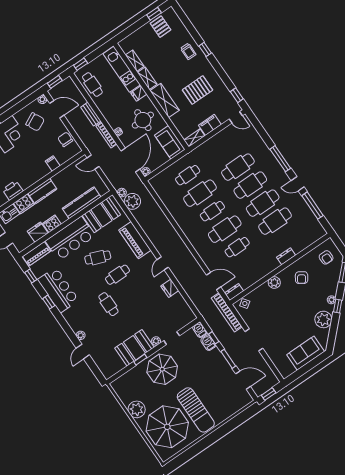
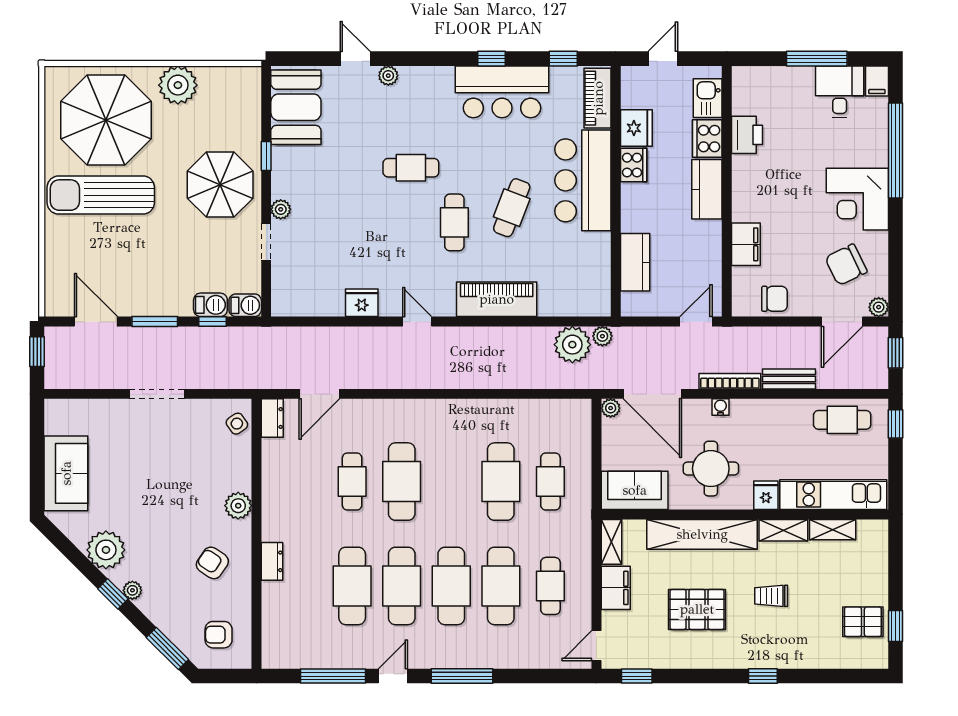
trolley: (188, 51) -> (771, 596), moved
pallet: (197, 90) -> (697, 609), turned 90
shelving: (165, 101) -> (702, 534), width x1.47
filing cabinet: (53, 163) -> (746, 244), width x2.00
kitchen counter: (82, 203) -> (635, 262), width x0.67
cafe table: (212, 211) -> (550, 586), moved
booth: (101, 215) -> (587, 269), removed
bookcase: (227, 312) -> (243, 378), removed
booth: (134, 348) -> (296, 107), moved
door: (243, 380) -> (96, 322), swing flipped

